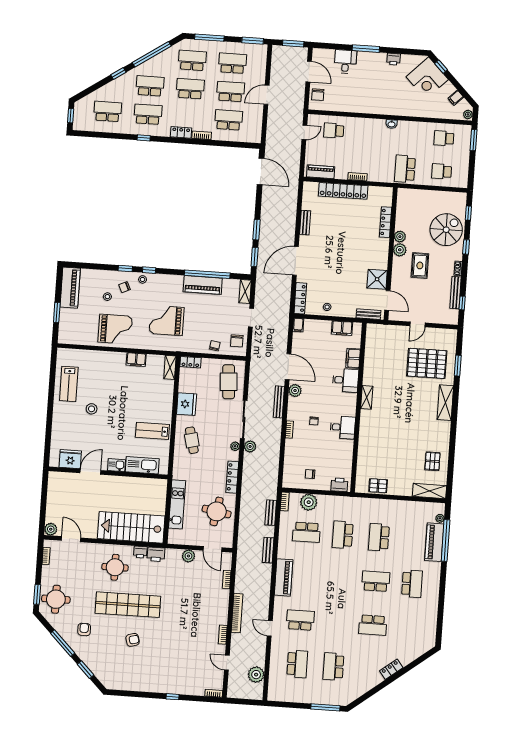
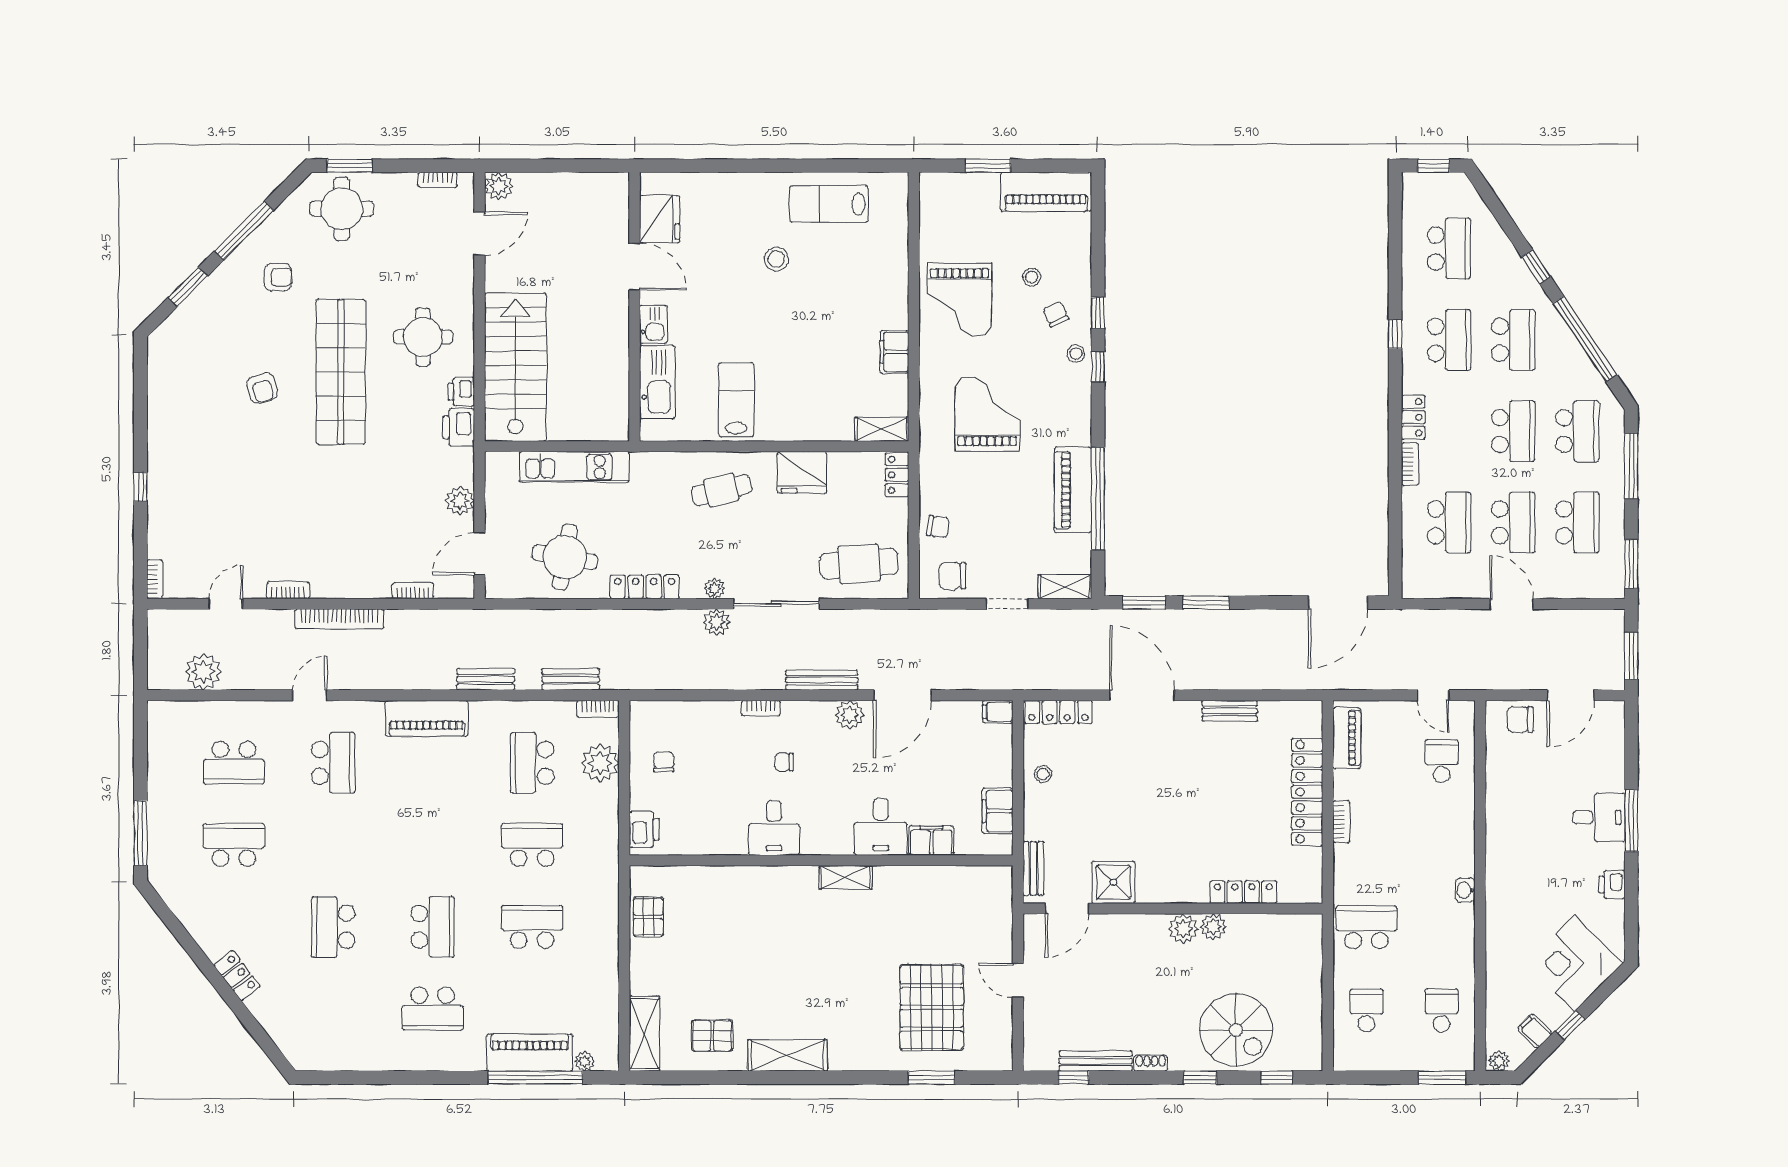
desk: (345, 62) -> (1599, 817), moved
window: (441, 67) -> (1570, 1025), moved
rug: (420, 265) -> (1151, 976), removed
shelving: (445, 403) -> (788, 1055), moved

